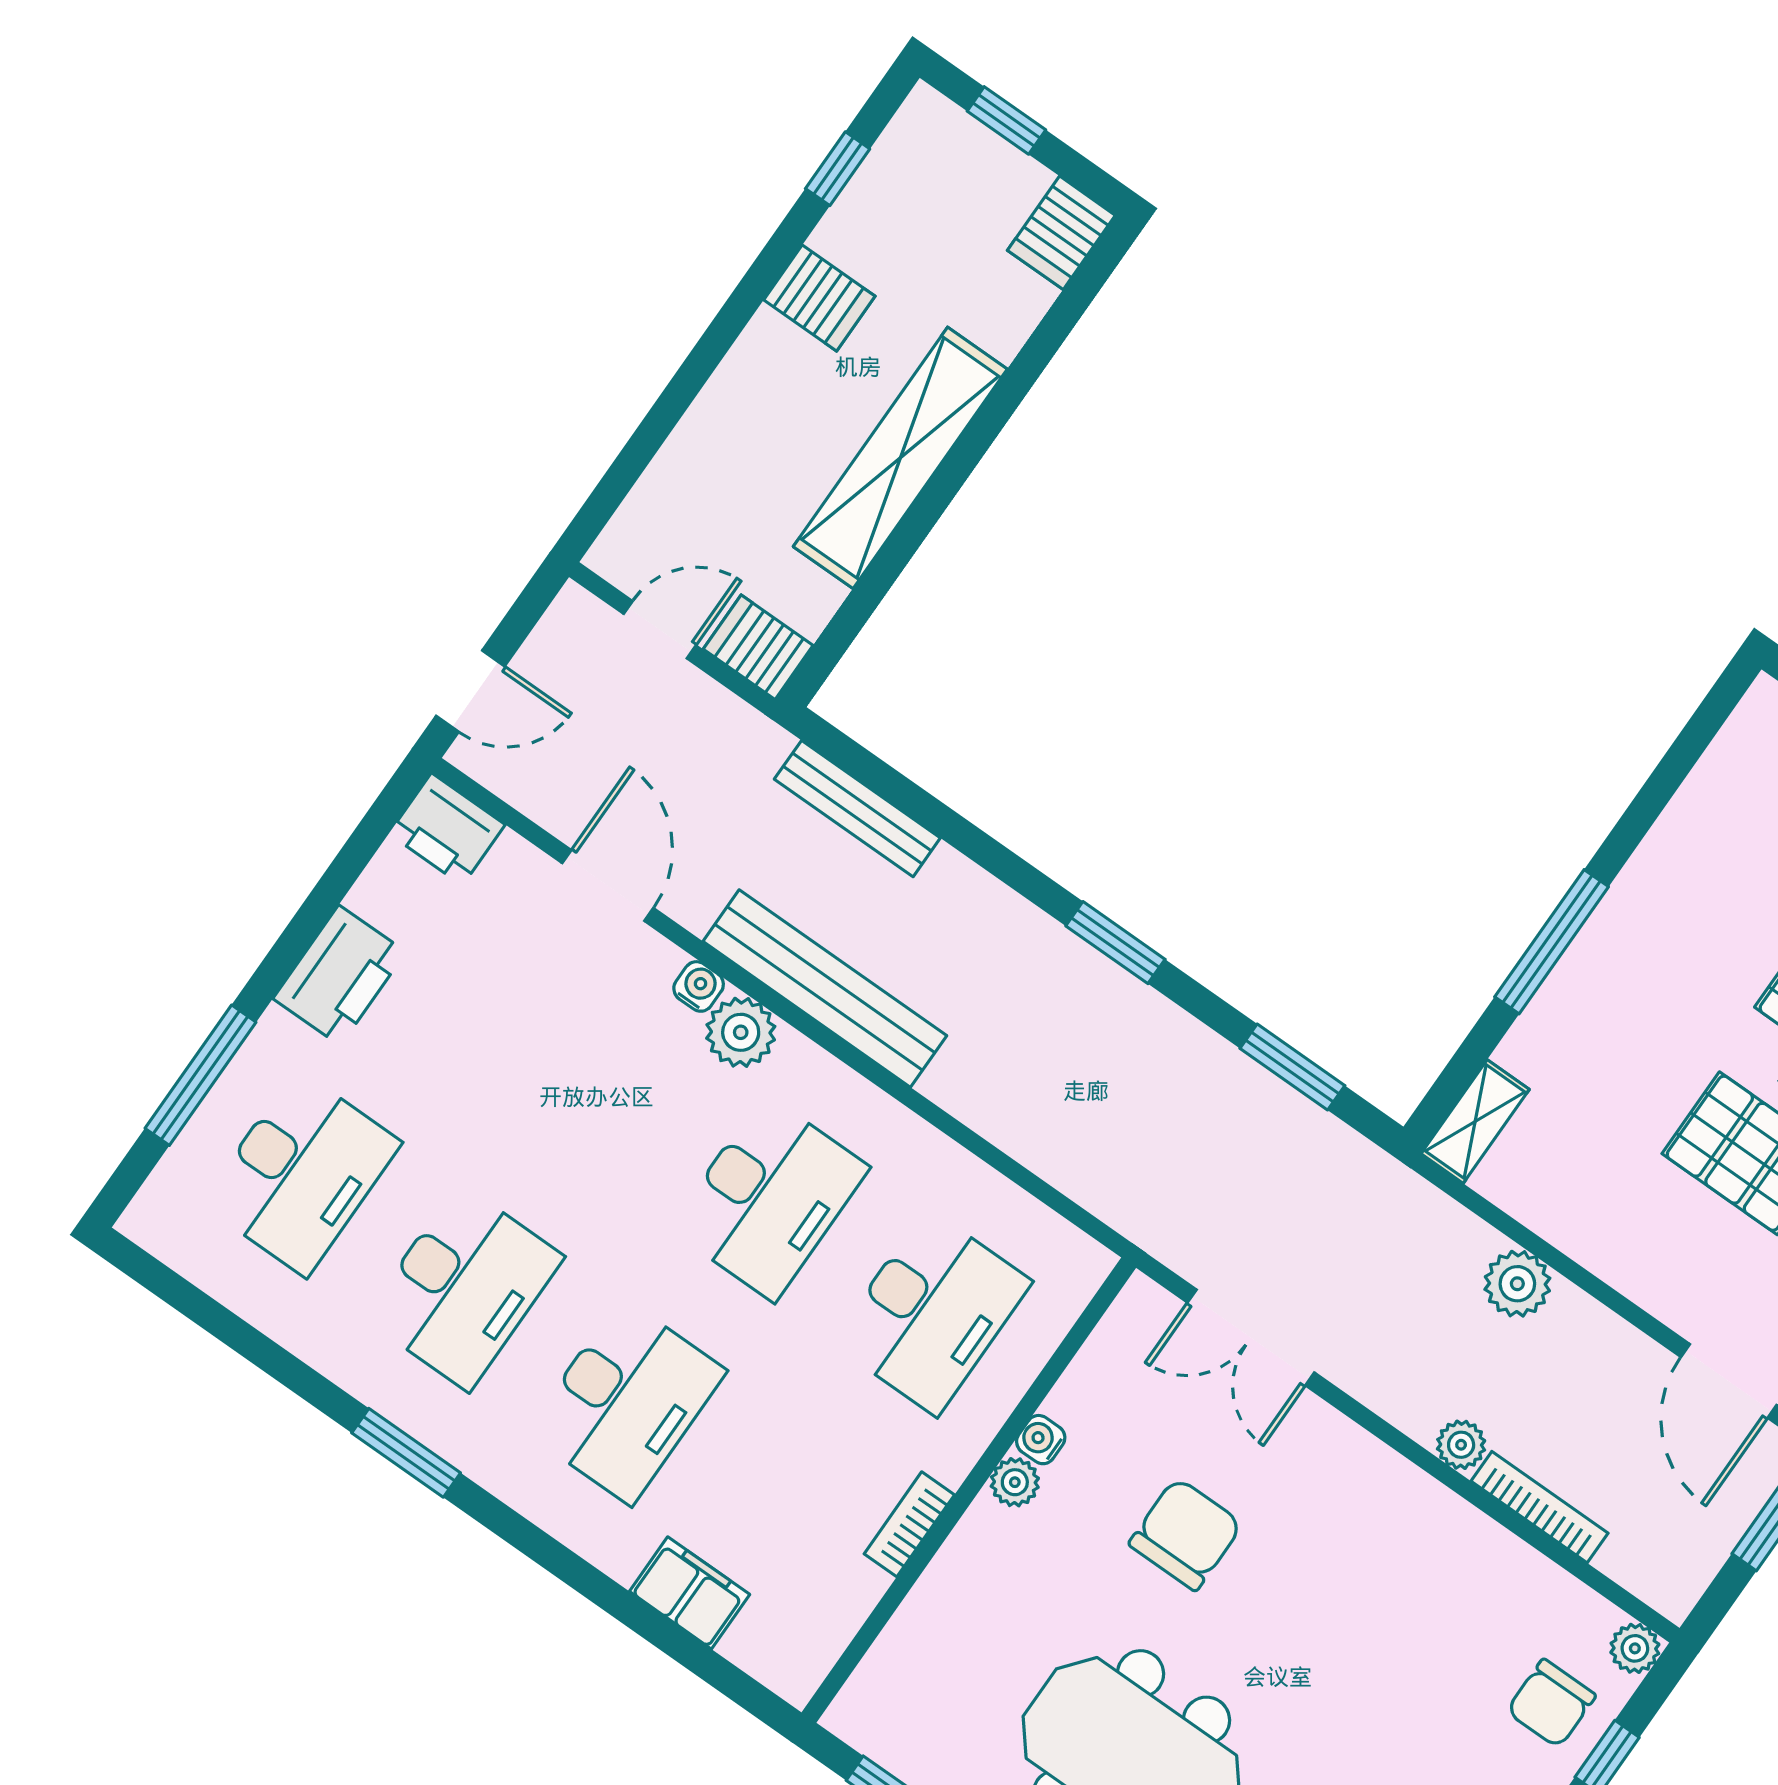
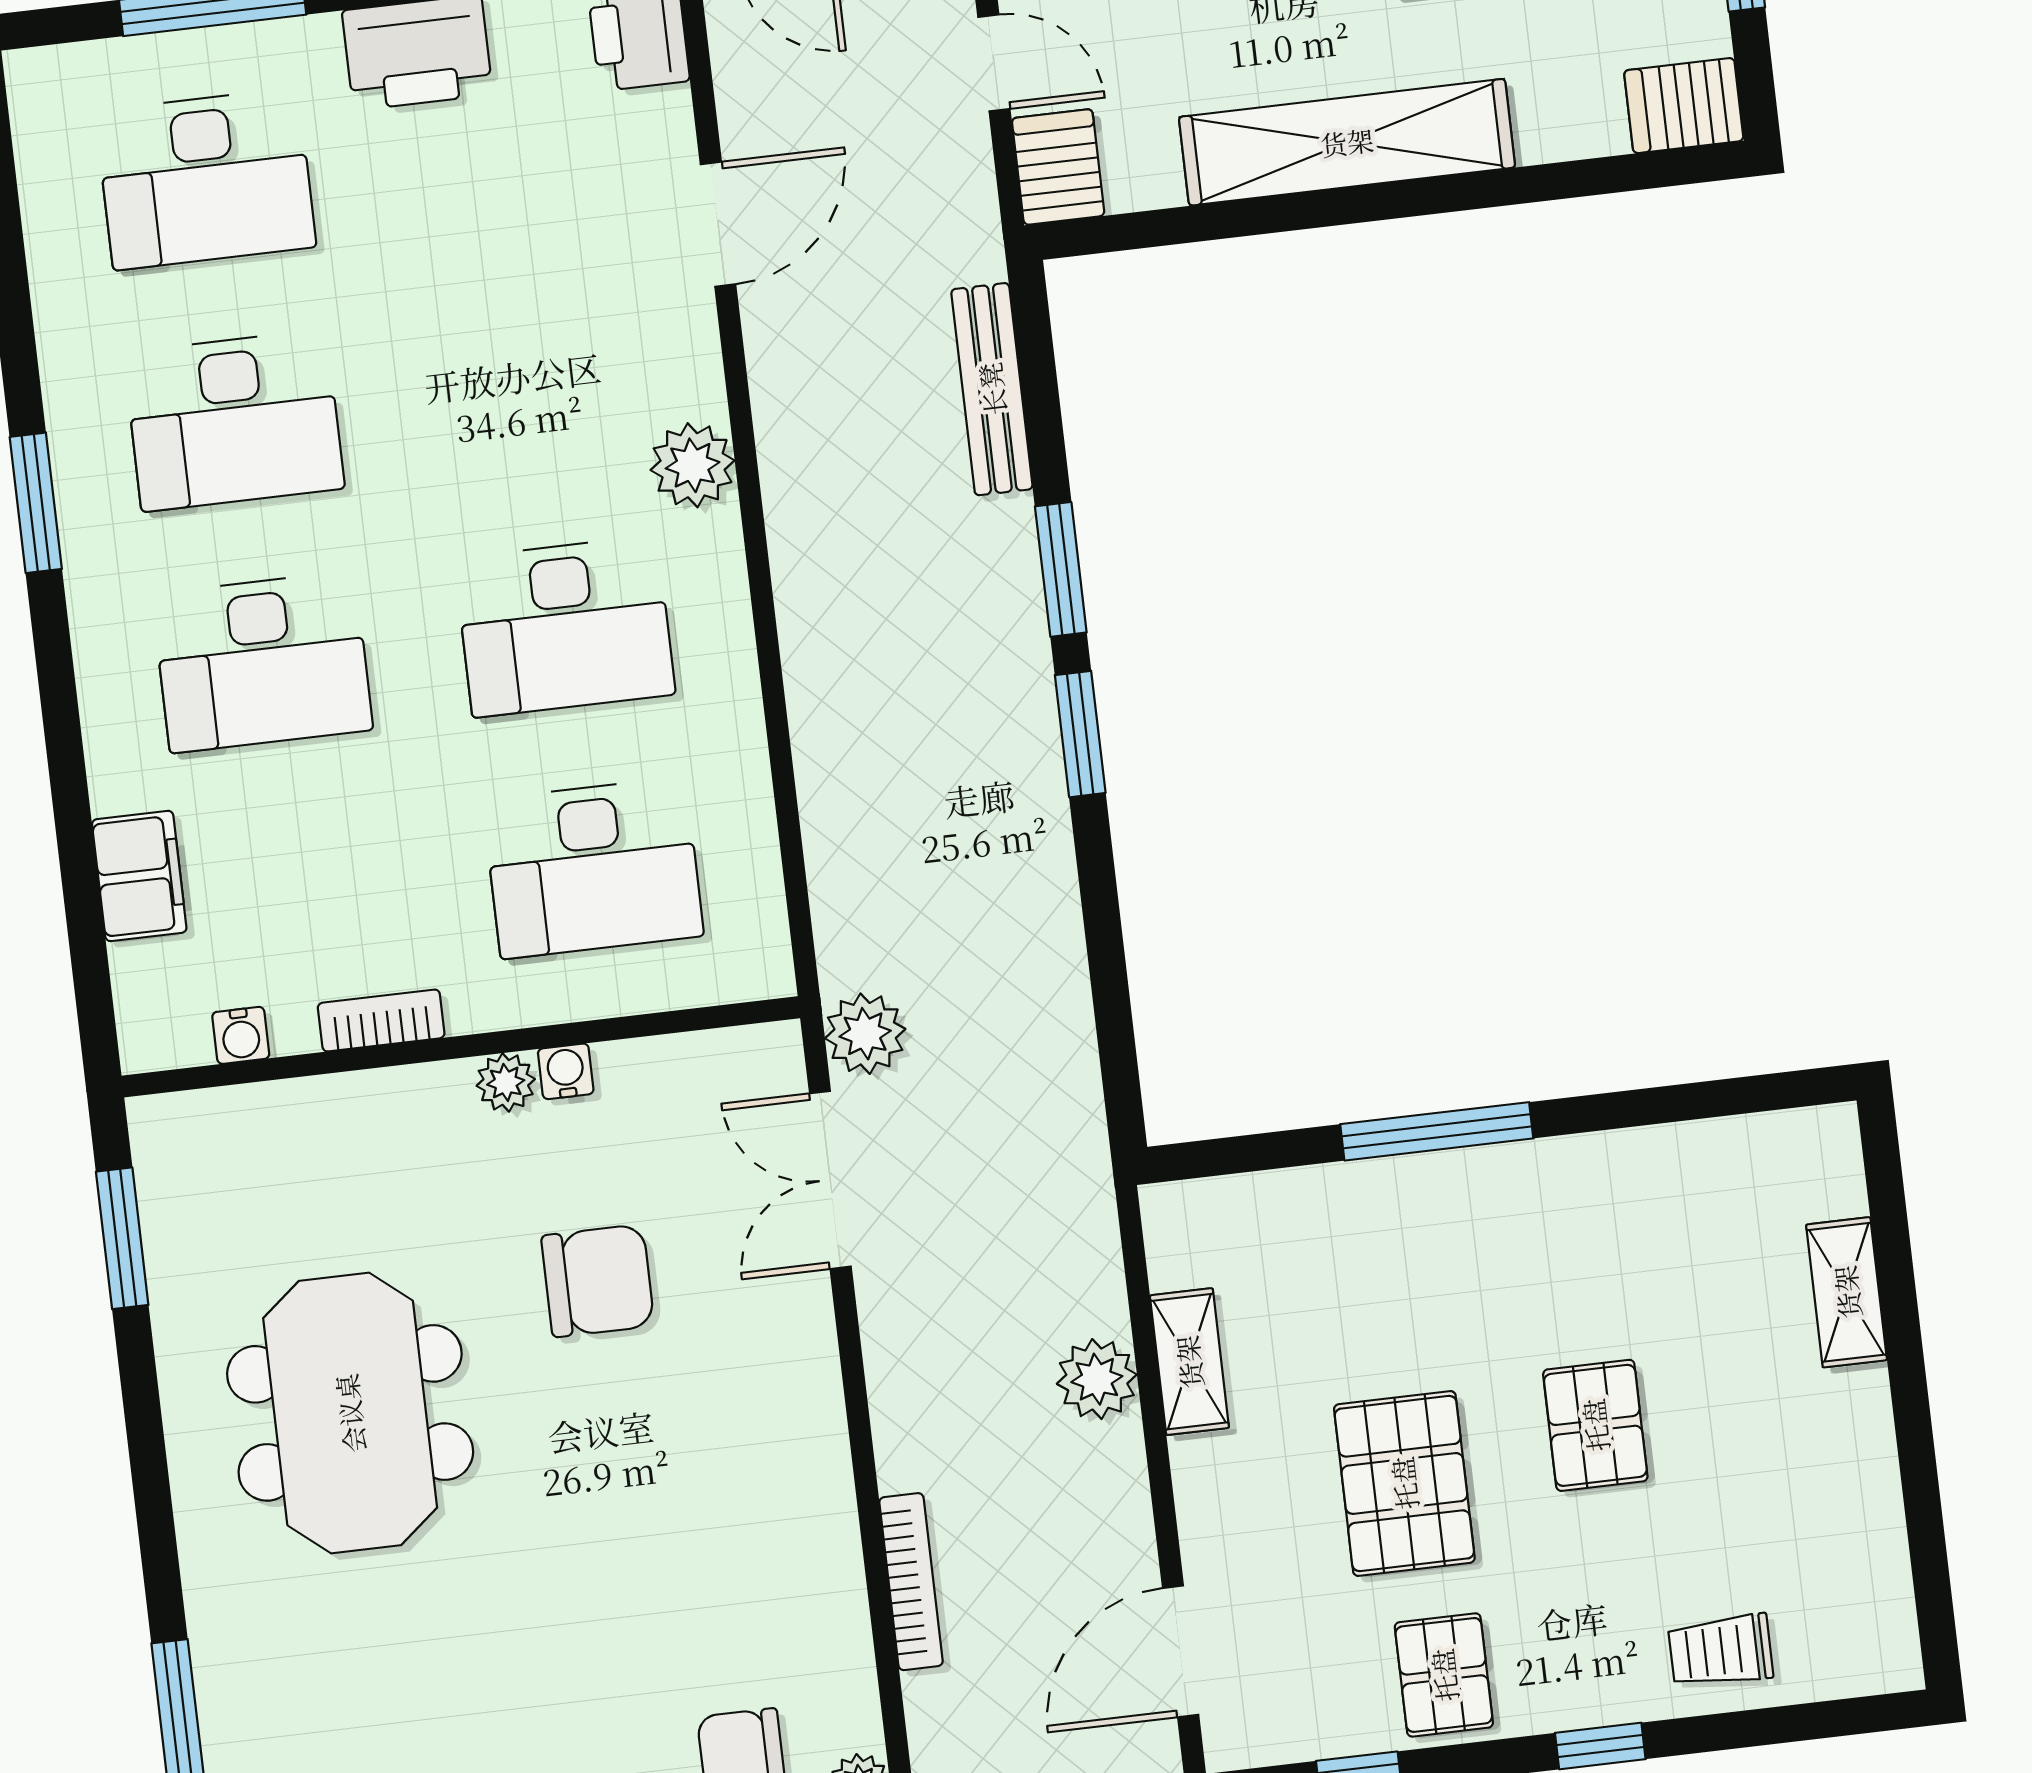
water cooler: (699, 986) -> (241, 1035), moved, turned 90
bench: (825, 988) -> (801, 506), removed
window: (1292, 1067) -> (1061, 569), moved
shelving: (1475, 1121) -> (1189, 1362), moved, turned 90
plant: (1461, 1445) -> (865, 1034), moved, width x1.38, depth x1.38

